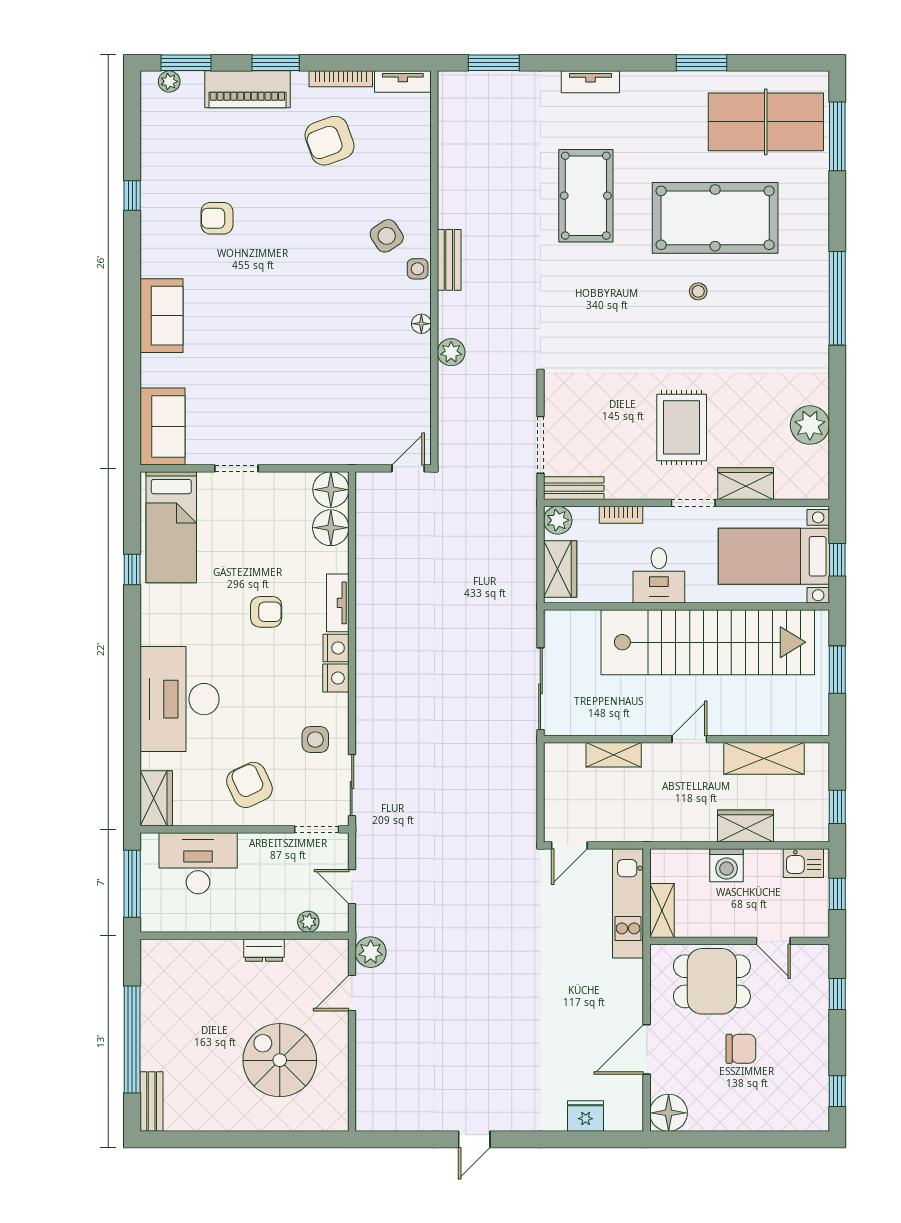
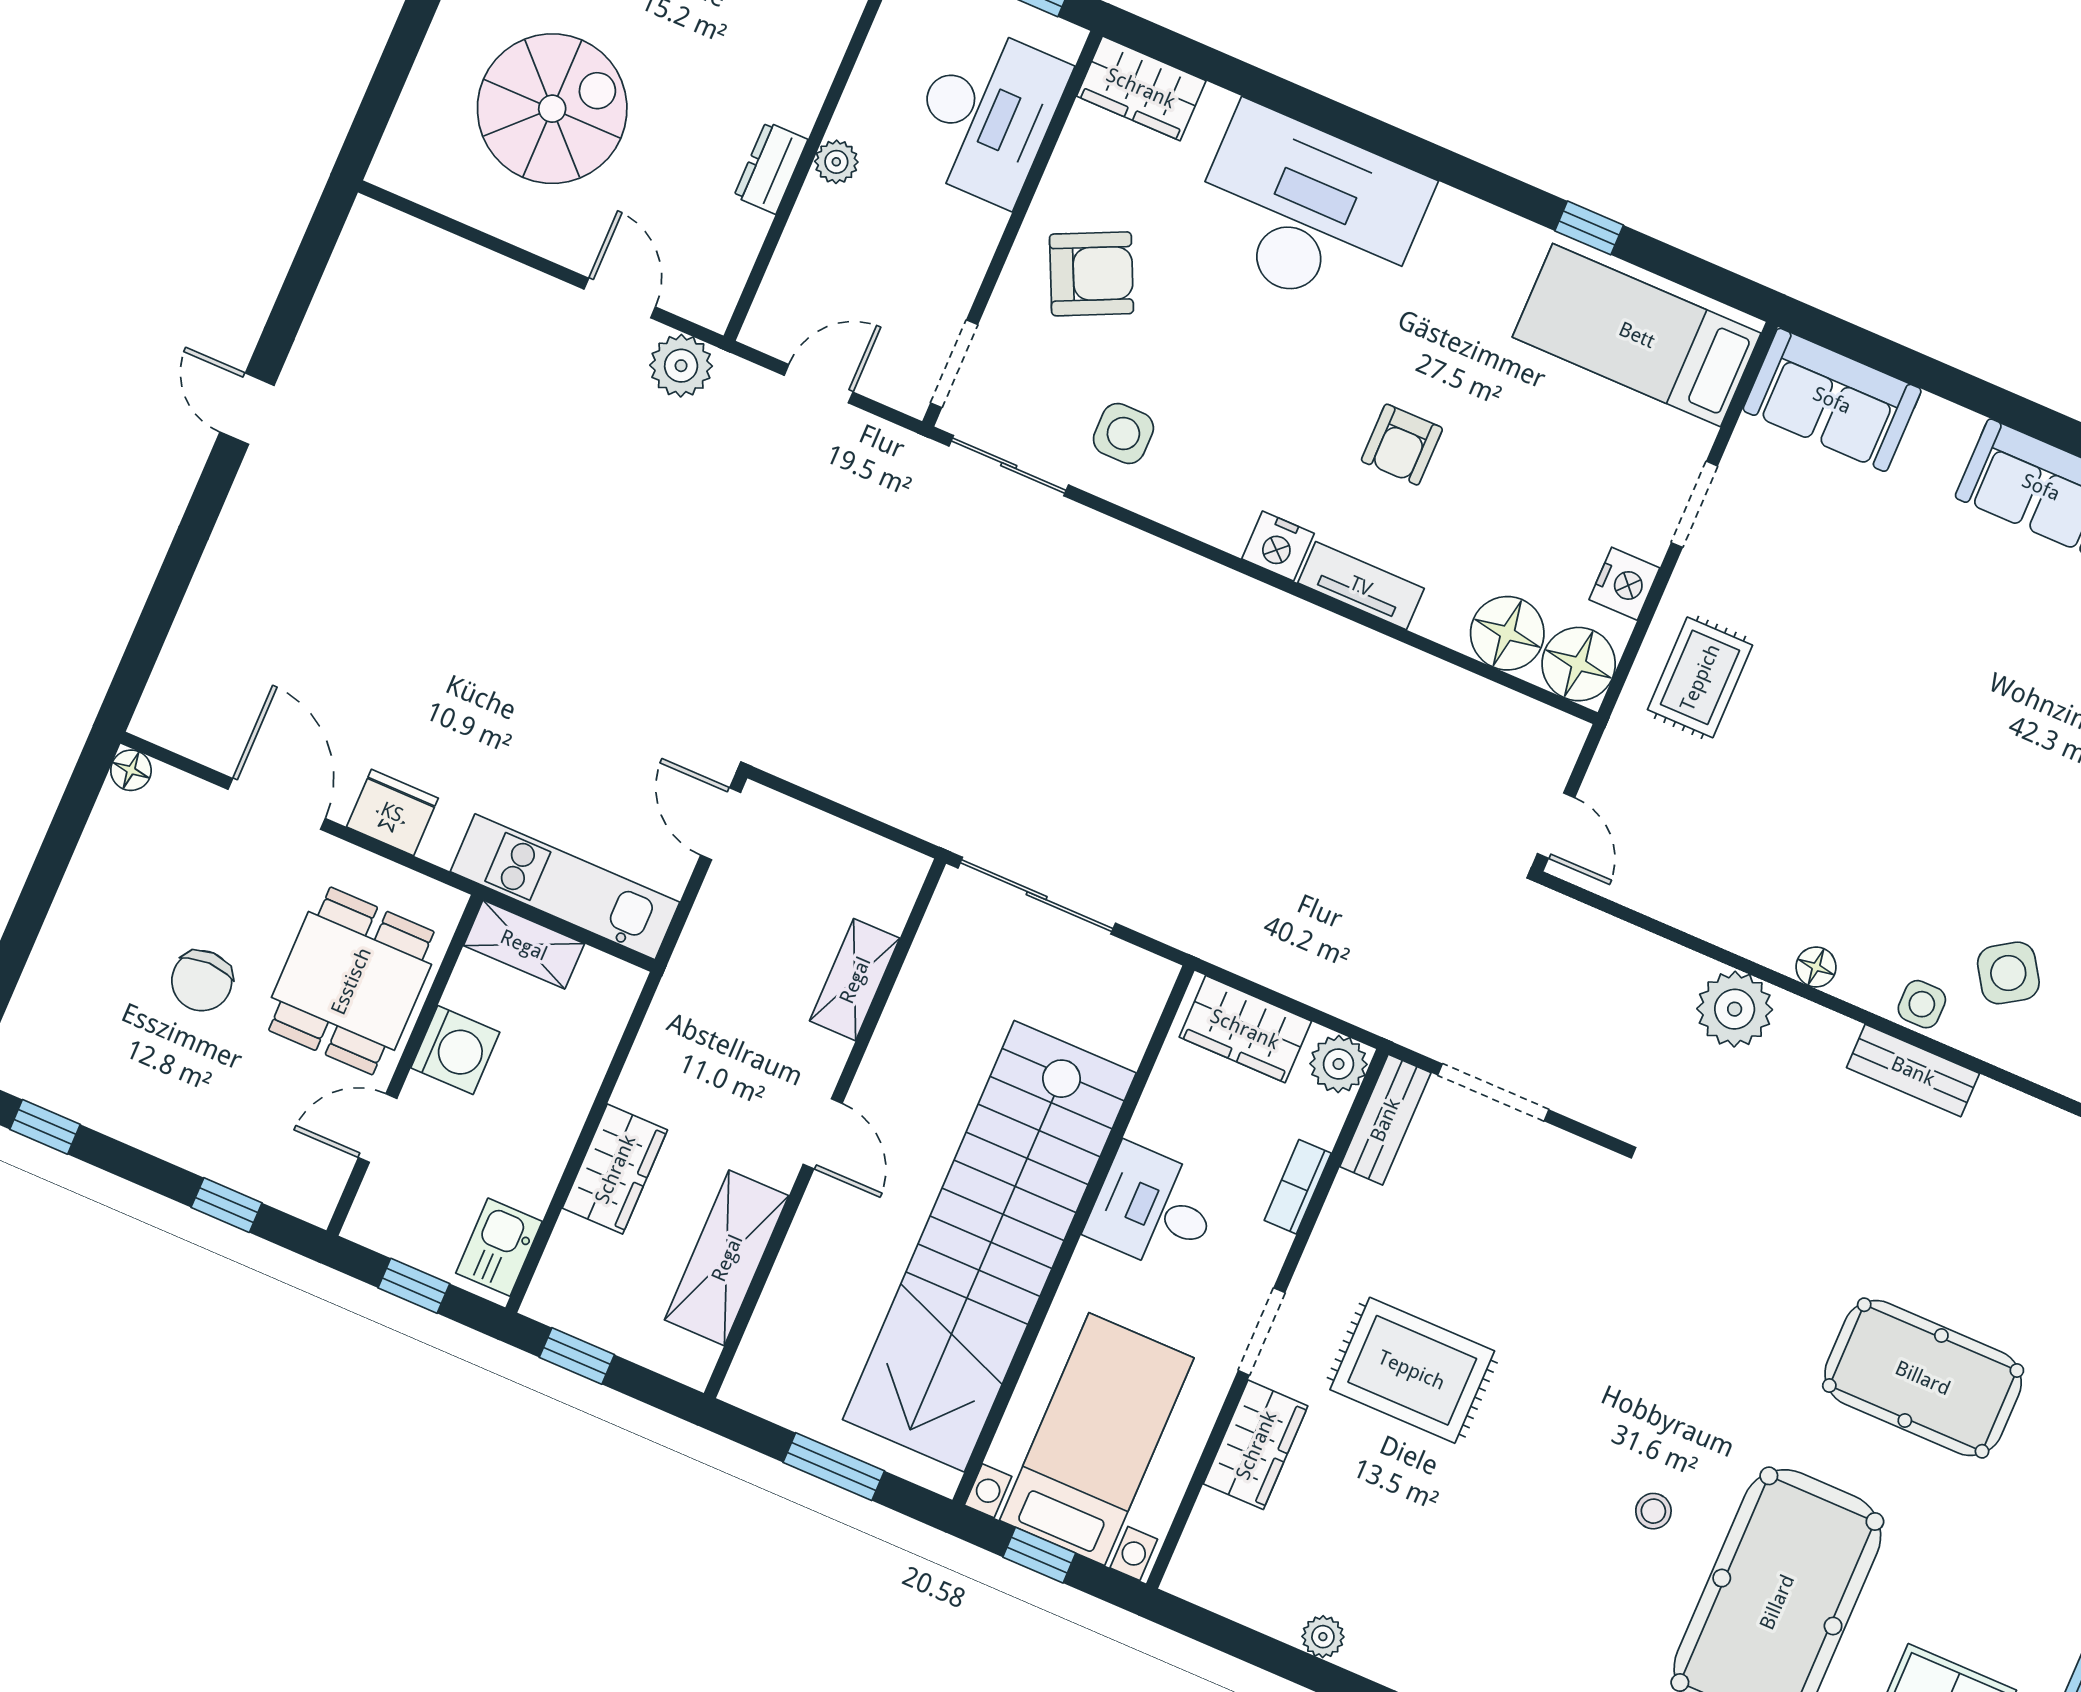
plant: (451, 352) -> (1735, 1009), width x1.36, depth x1.36
plant: (810, 425) -> (1323, 1637), width x0.53, depth x0.53
rug: (313, 432) -> (1700, 677), added
nightstand: (336, 678) -> (1624, 584), moved, turned -90
washing machine: (727, 865) -> (455, 1050), moved, turned 180
plant: (308, 922) -> (836, 162), moved
floor lamp: (669, 1113) -> (131, 770), width x0.53, depth x0.53
fridge: (586, 1116) -> (392, 812), moved, turned -90

